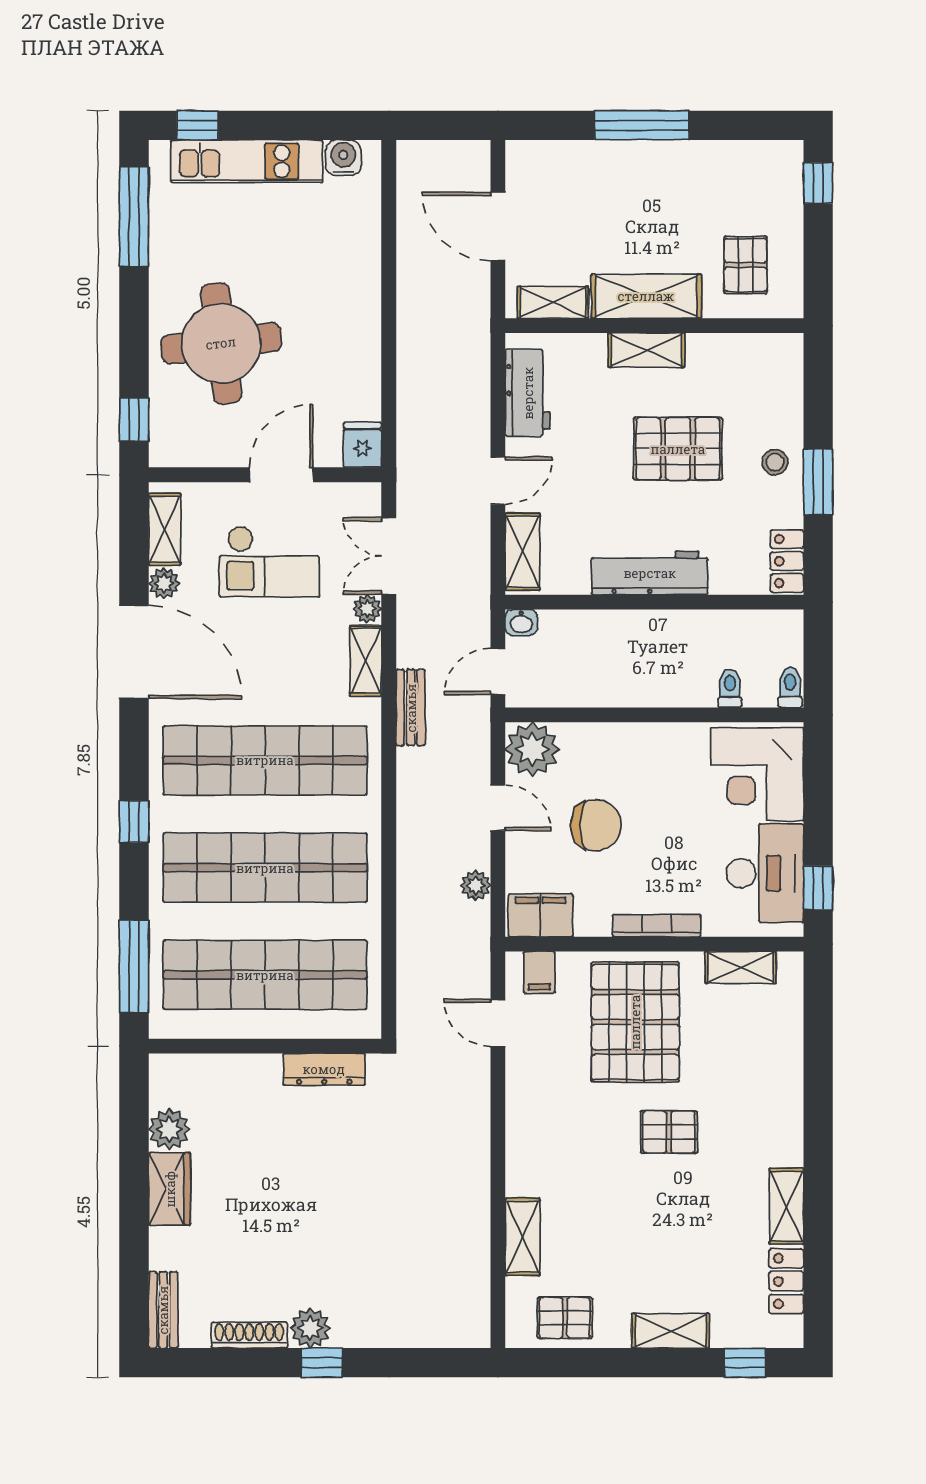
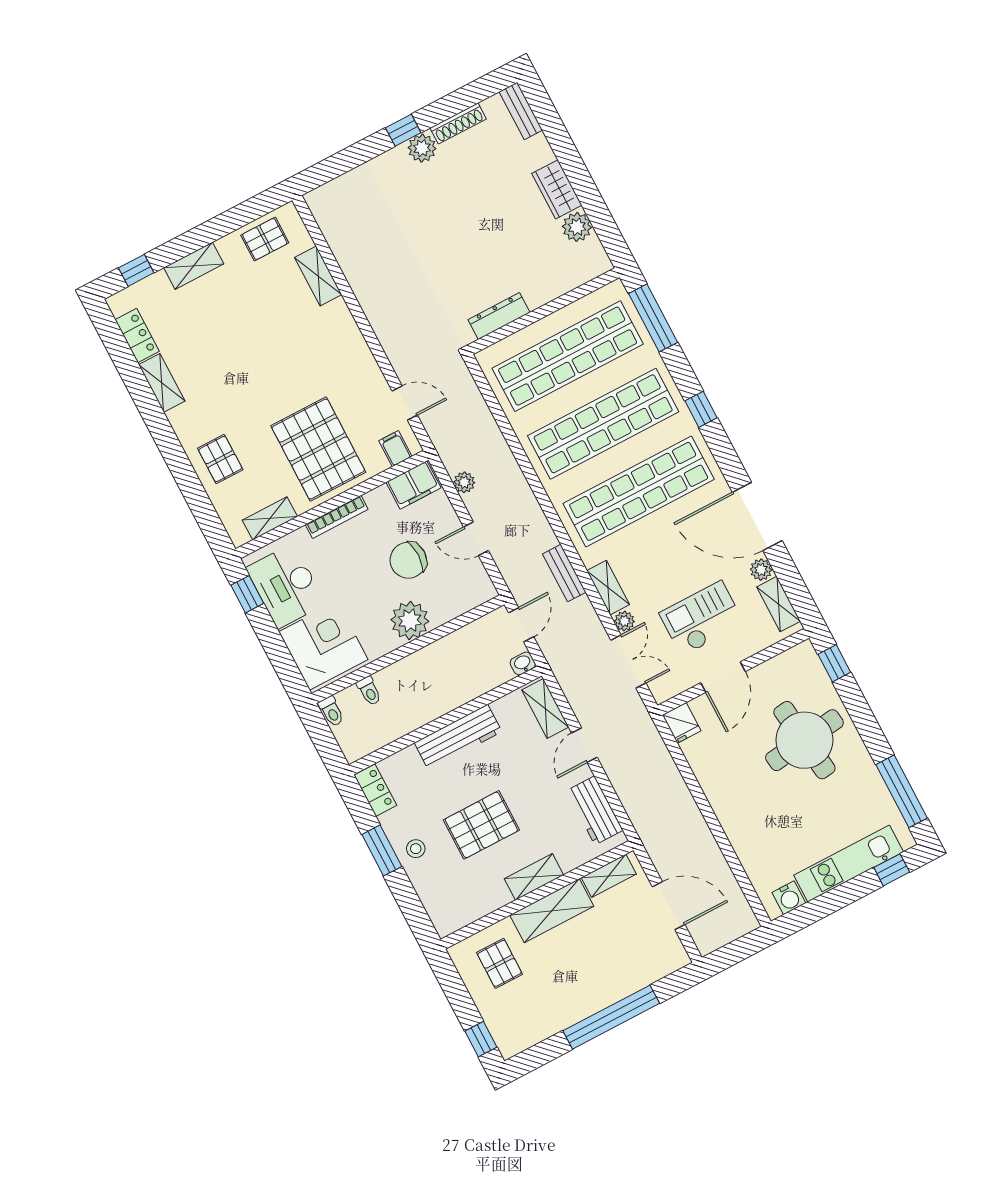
window: (642, 125) -> (611, 1017), width x1.46
plant: (532, 749) -> (410, 621), moved
pallet: (669, 1132) -> (220, 459), moved, turned 90

